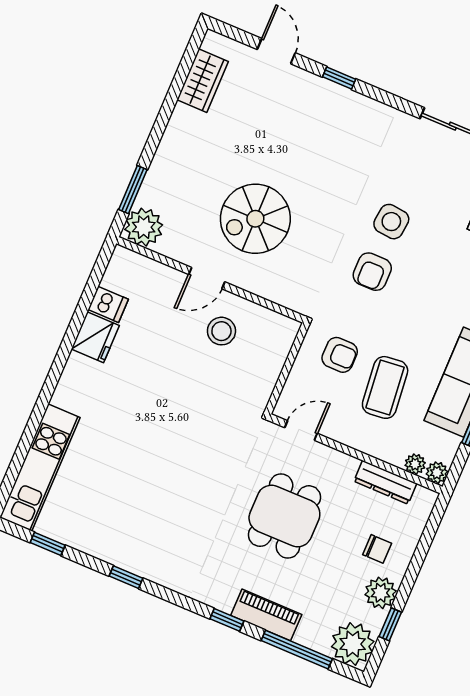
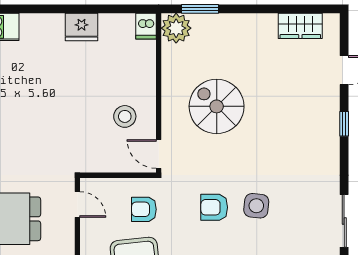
door: (207, 278) -> (159, 154), moved
dishwasher: (108, 304) -> (146, 26), moved
armchair: (340, 355) -> (144, 209), turned 90

